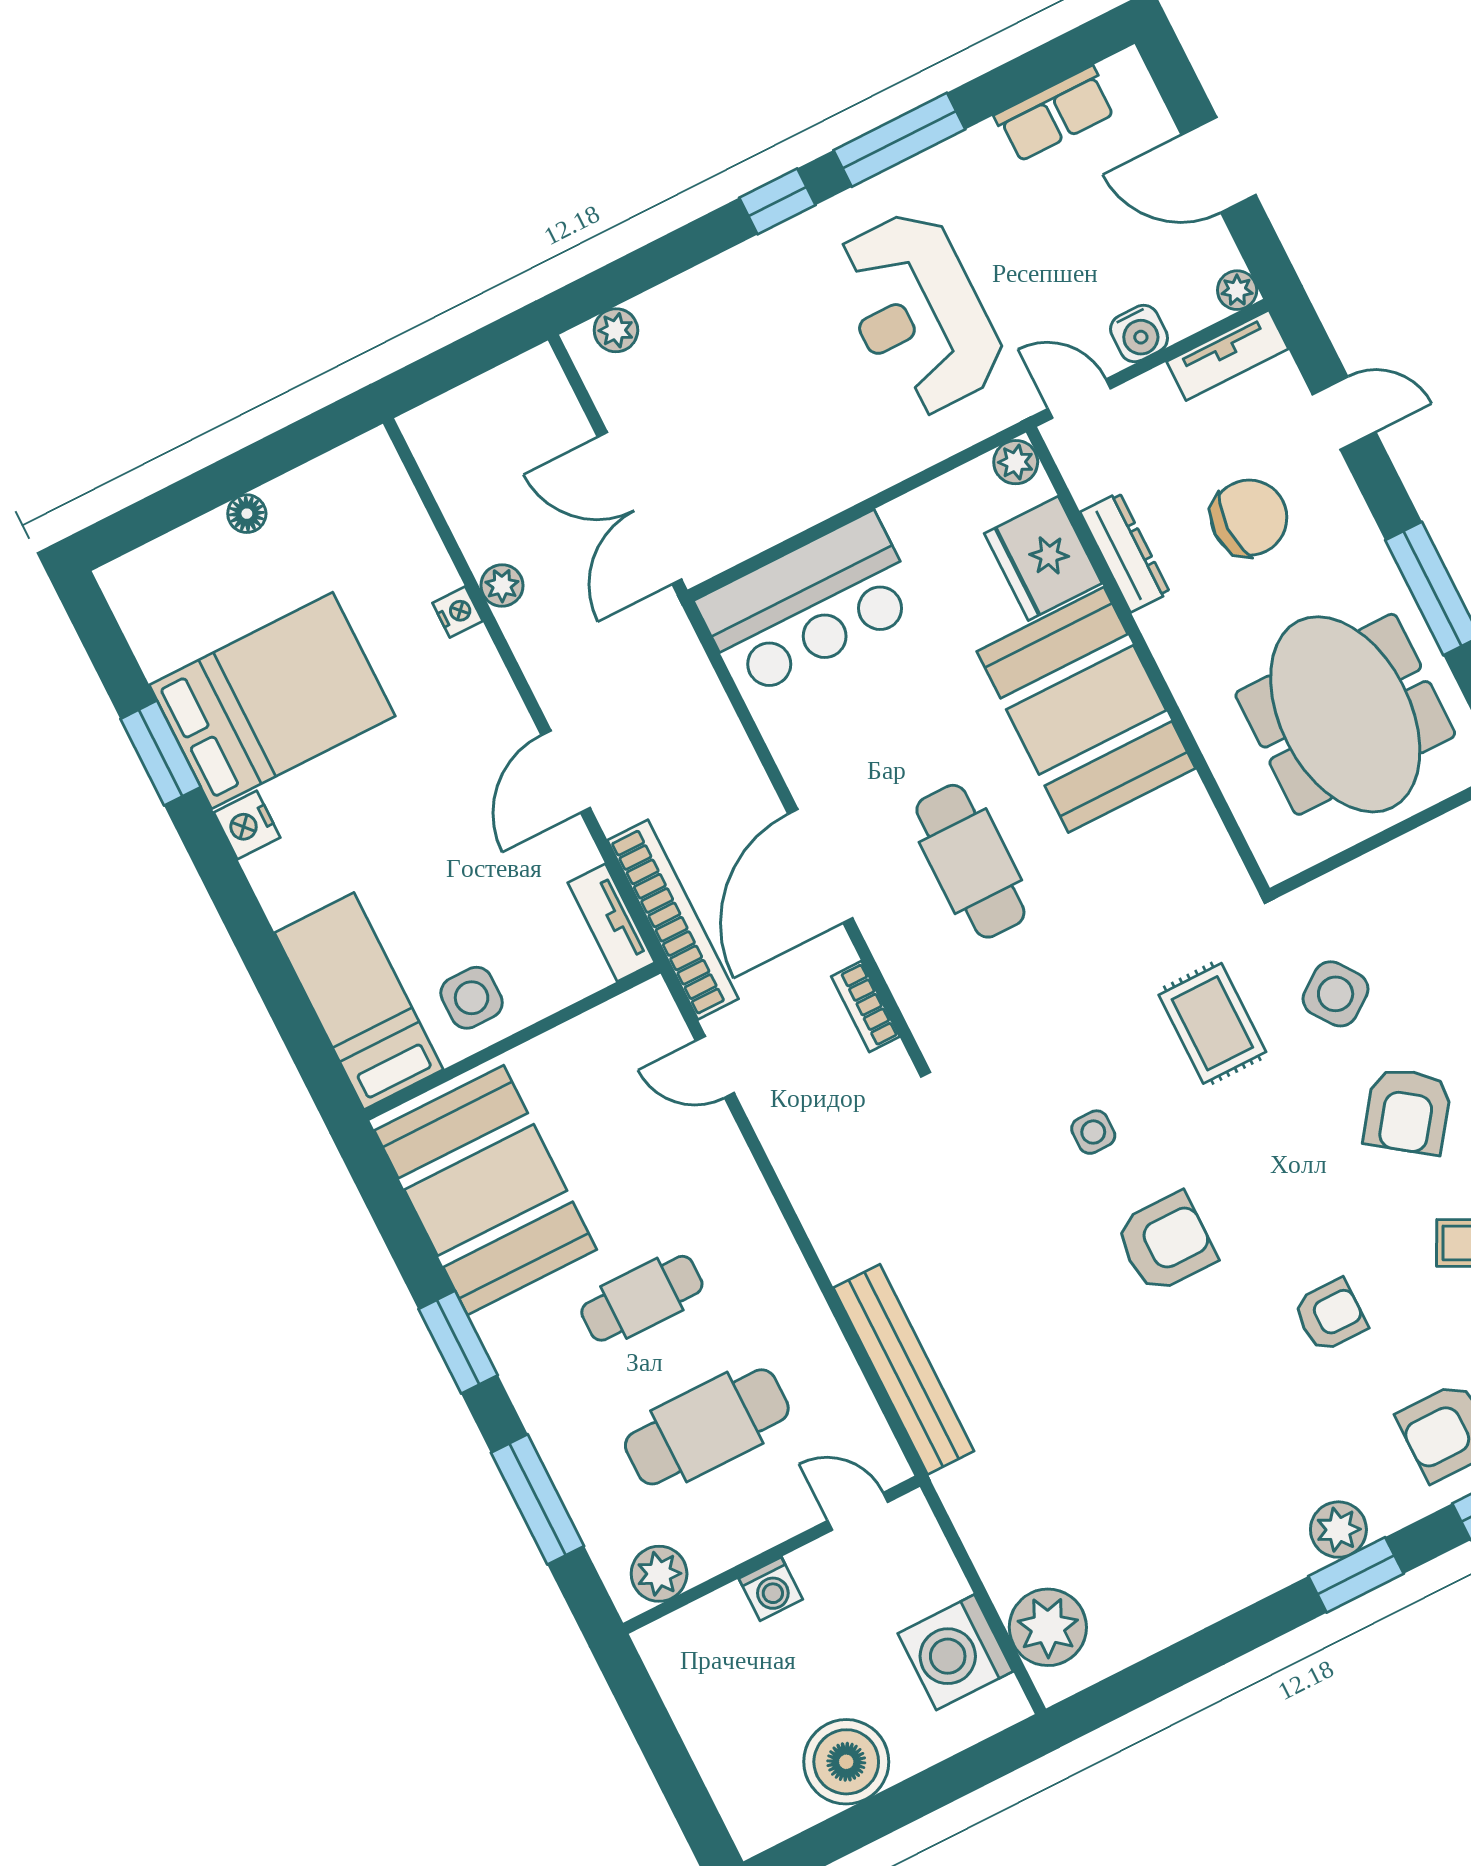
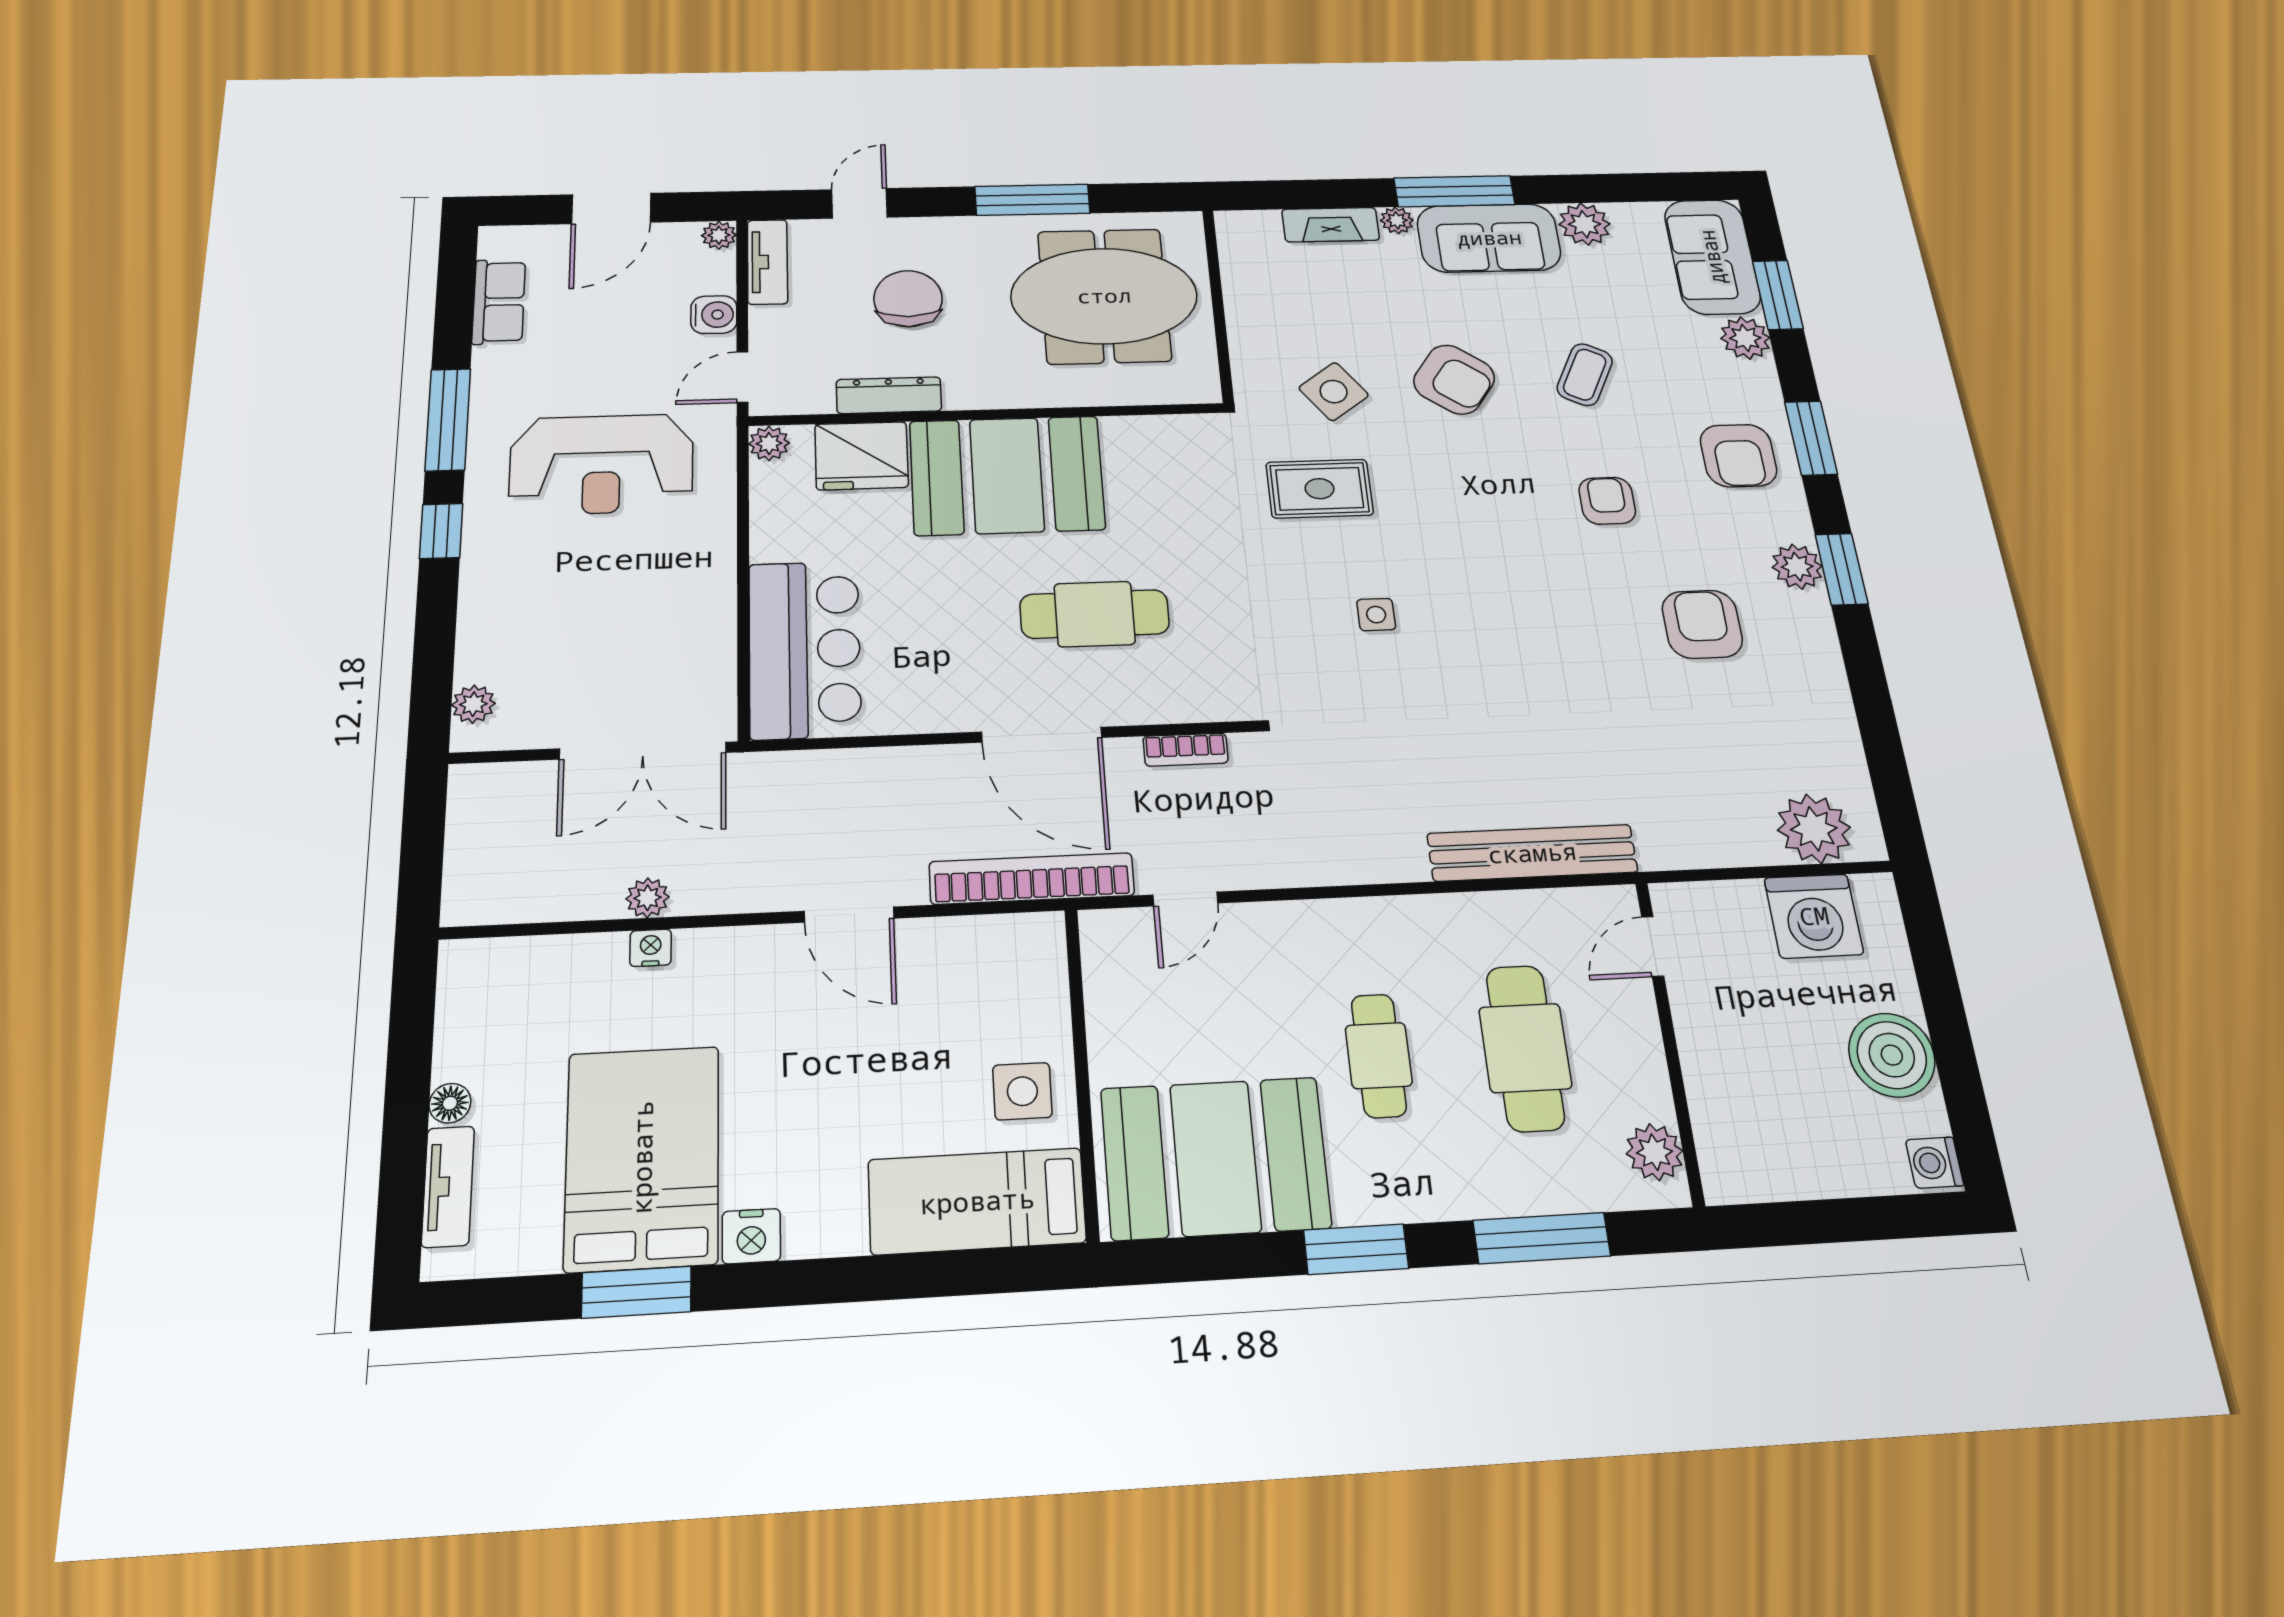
tv unit: (611, 923) -> (448, 1186), moved, turned -90
armchair: (1166, 1243) -> (1702, 624), moved
washing machine: (771, 1589) -> (1934, 1163), moved, turned 180

